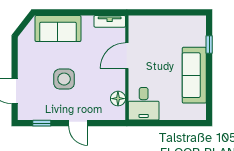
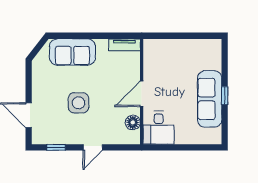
window: (209, 44) -> (225, 96), moved
door: (127, 56) -> (142, 94), moved
door: (78, 123) -> (93, 147), hinge flipped

